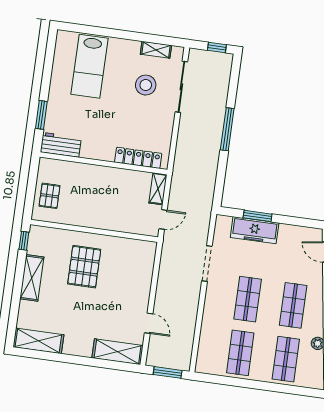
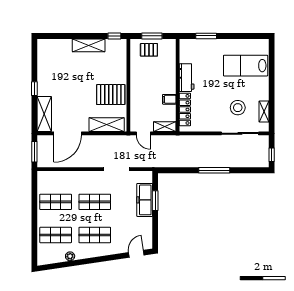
workbench: (61, 145) -> (187, 78), moved
filing cabinet: (121, 177) -> (169, 99), added
window: (31, 189) -> (152, 36), added
pallet: (84, 267) -> (111, 95), moved
door: (149, 323) -> (68, 133), width x1.87
shelving: (38, 341) -> (107, 125), moved, turned 90
window: (81, 360) -> (34, 89), added

